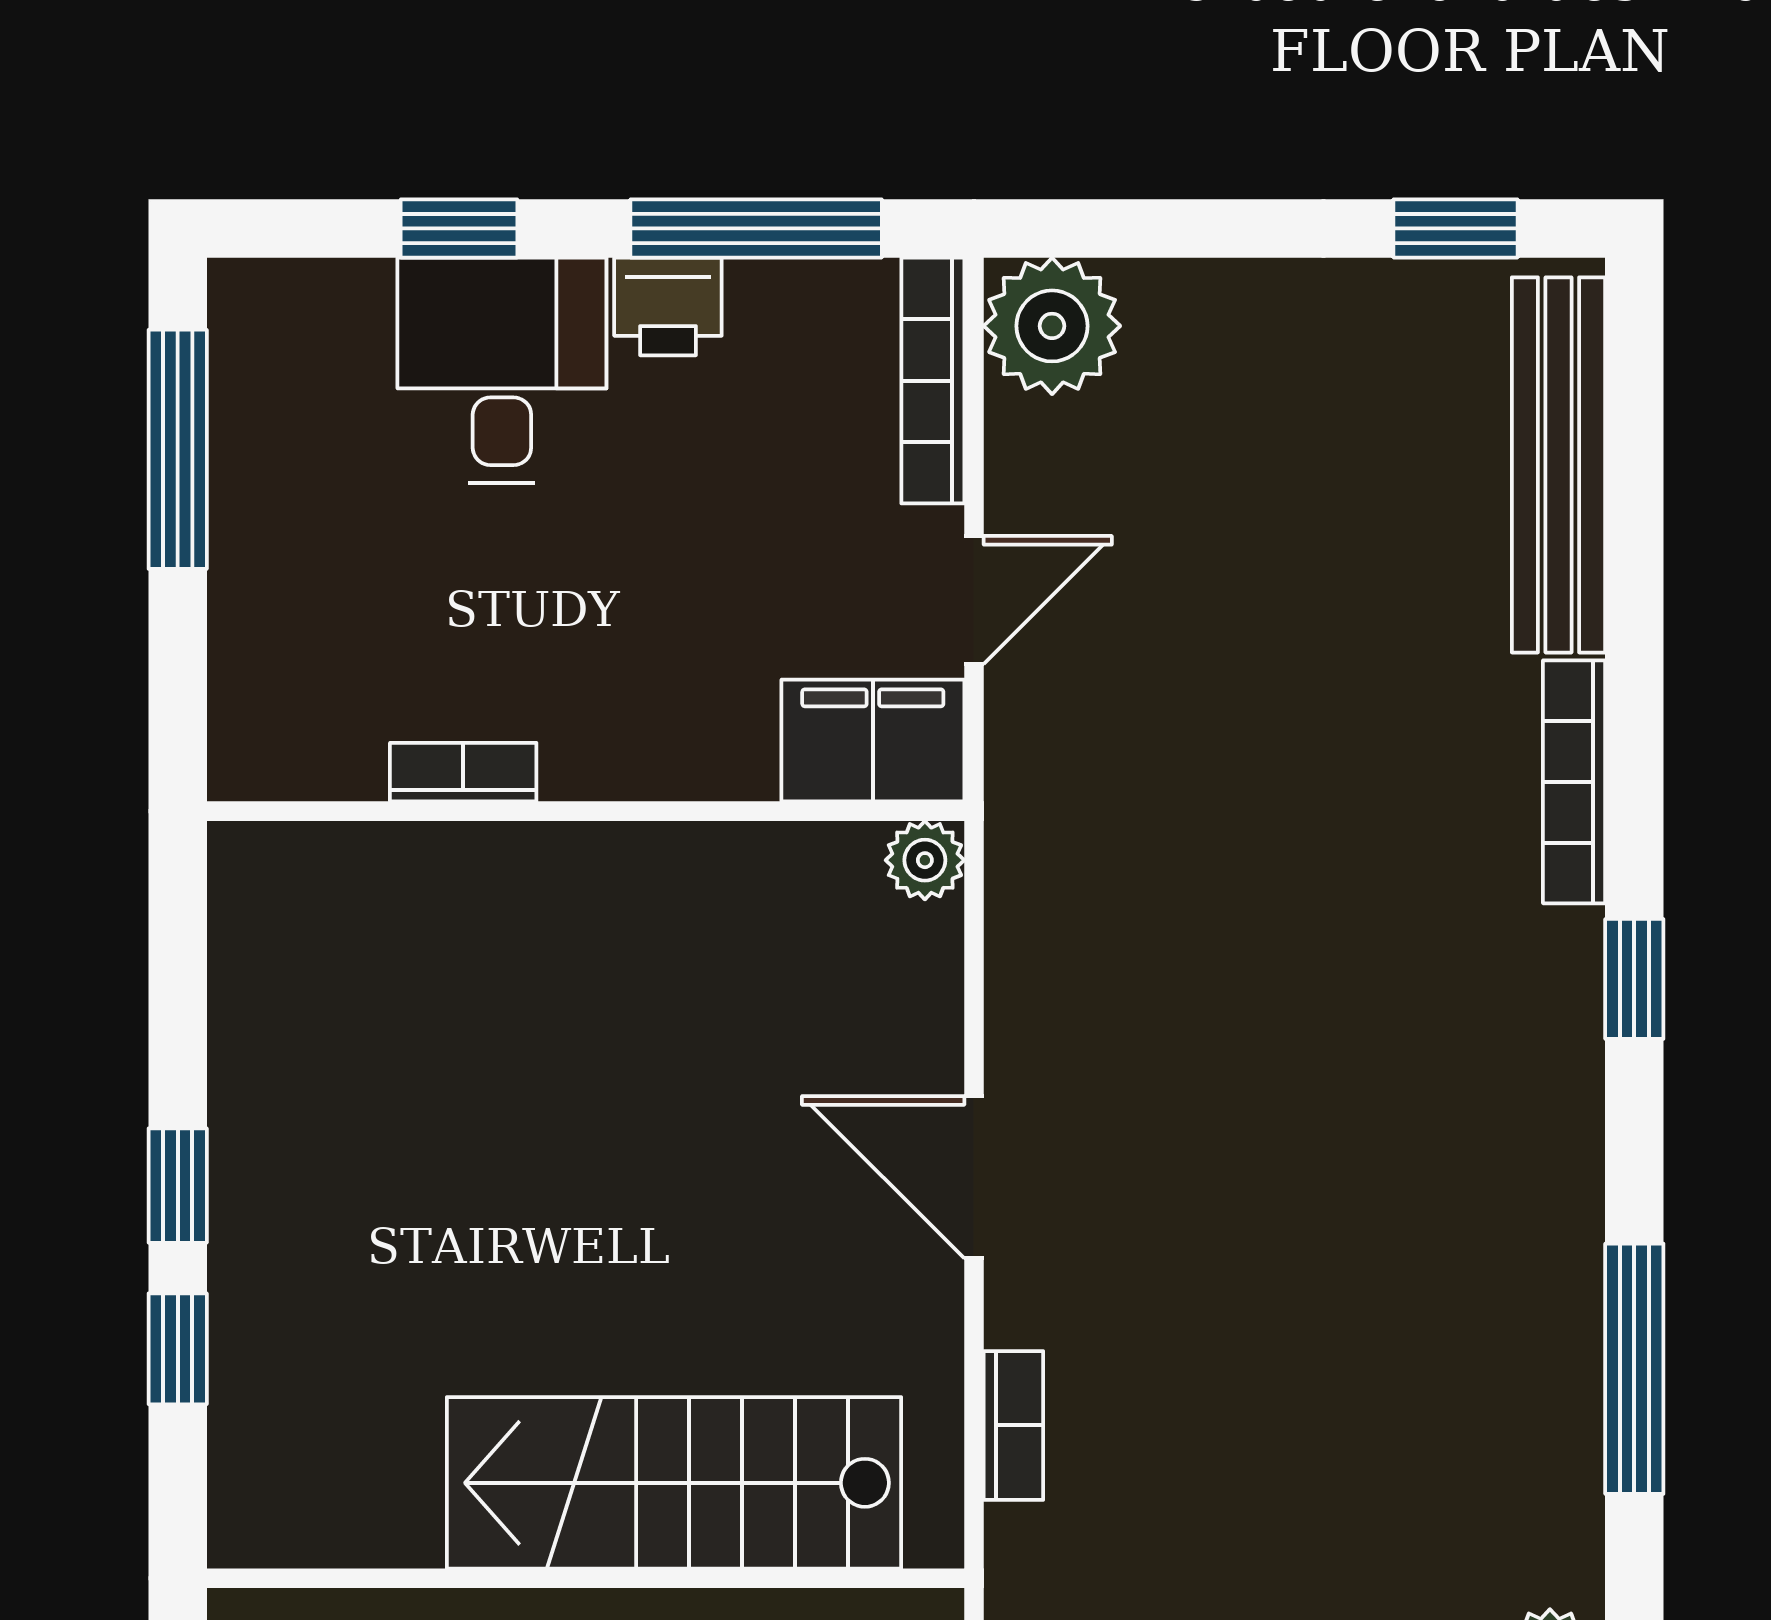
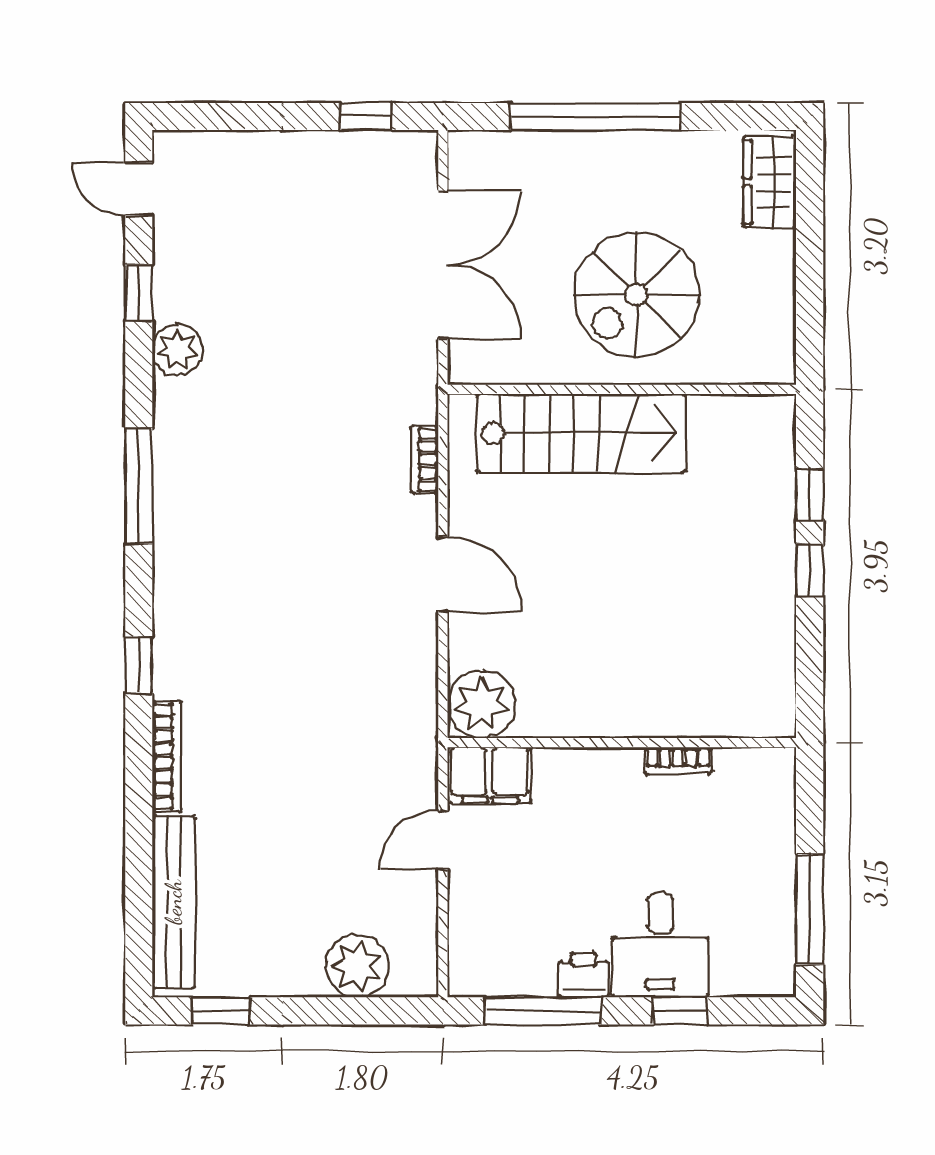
plant: (1052, 326) -> (357, 966), moved
bookcase: (933, 381) -> (462, 941), removed
plant: (925, 860) -> (481, 704), width x1.88, depth x1.88

